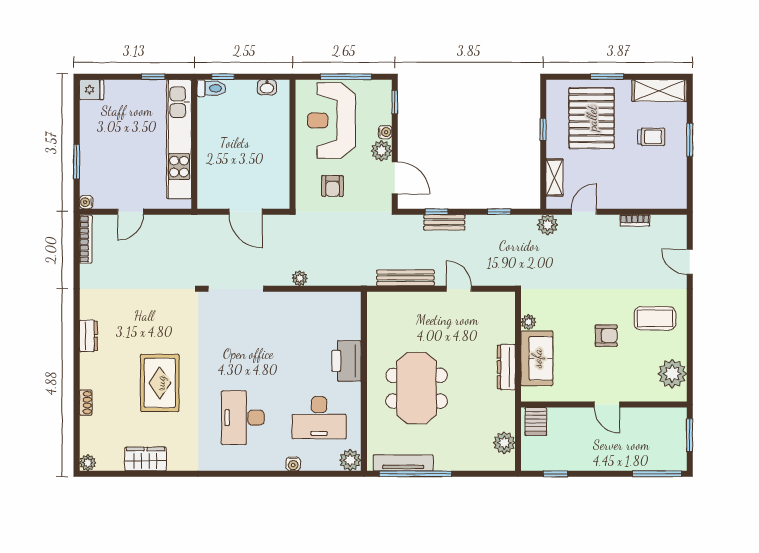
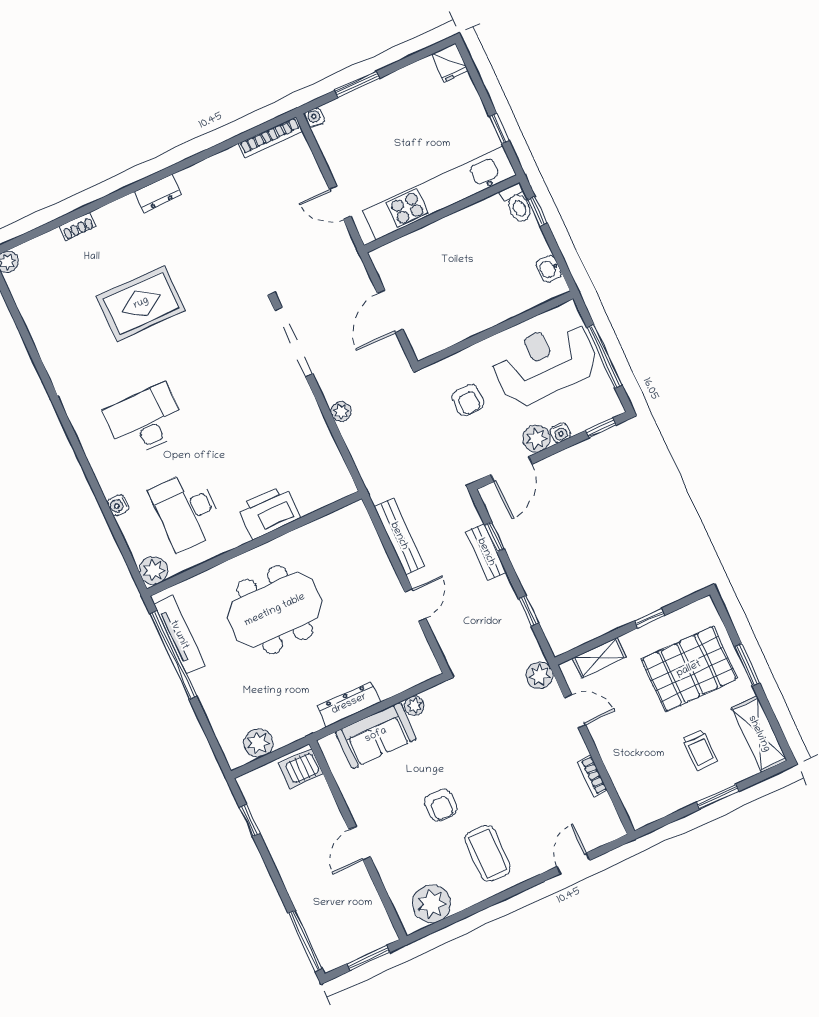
armchair: (332, 186) -> (468, 400), turned -90
door: (131, 212) -> (340, 203), moved
wardrobe: (146, 459) -> (43, 328), removed

